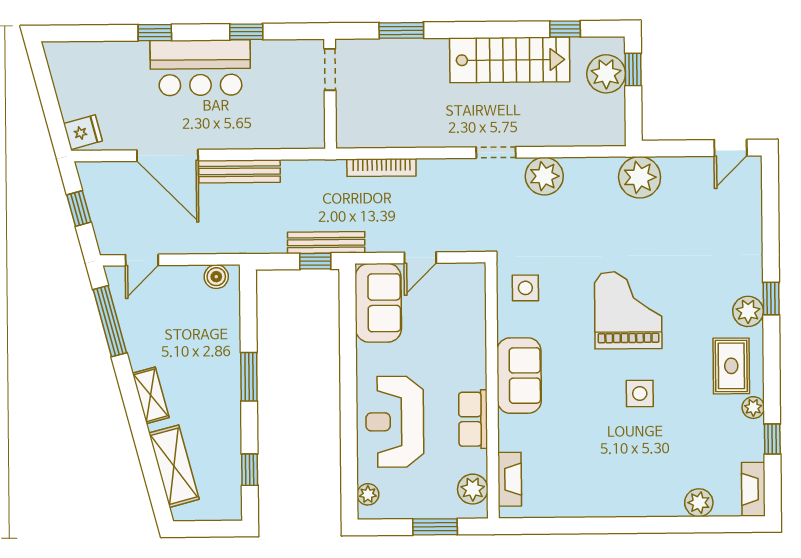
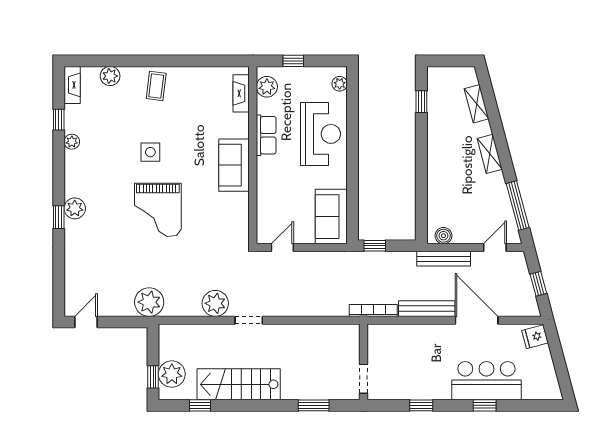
bar counter: (200, 68) -> (486, 381), moved
bookcase: (381, 167) -> (373, 310), moved
bench: (326, 242) -> (444, 259), moved
door: (420, 258) -> (282, 248), moved
side table: (525, 288) -> (229, 226), removed
rug: (731, 366) -> (87, 171), removed
window: (249, 377) -> (421, 166), removed
shelving: (174, 466) -> (477, 104), width x0.67, depth x0.75
coffee table: (632, 489) -> (156, 86), added
window: (435, 527) -> (293, 61), width x0.67

